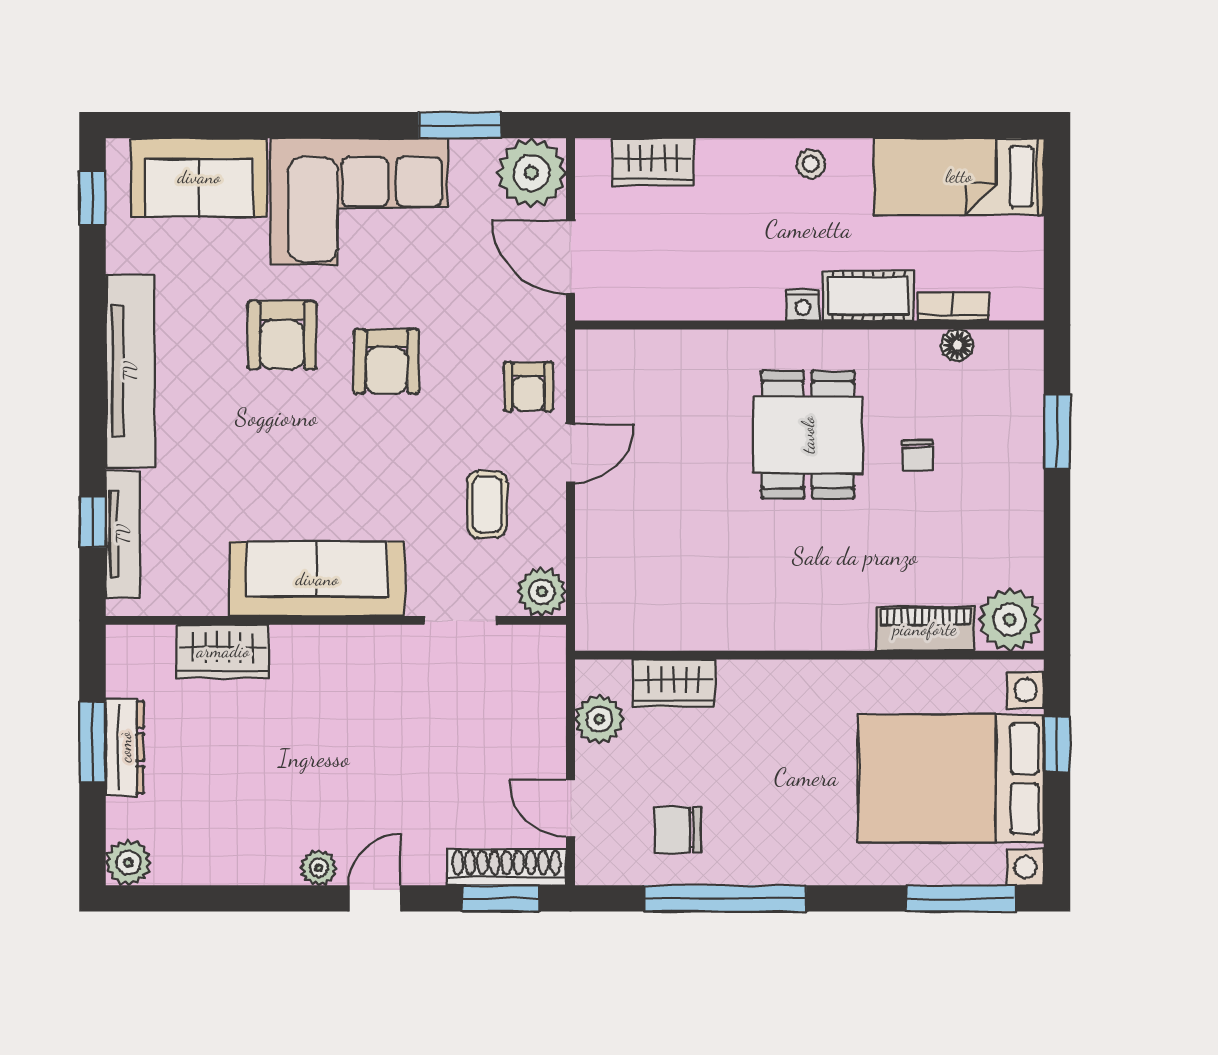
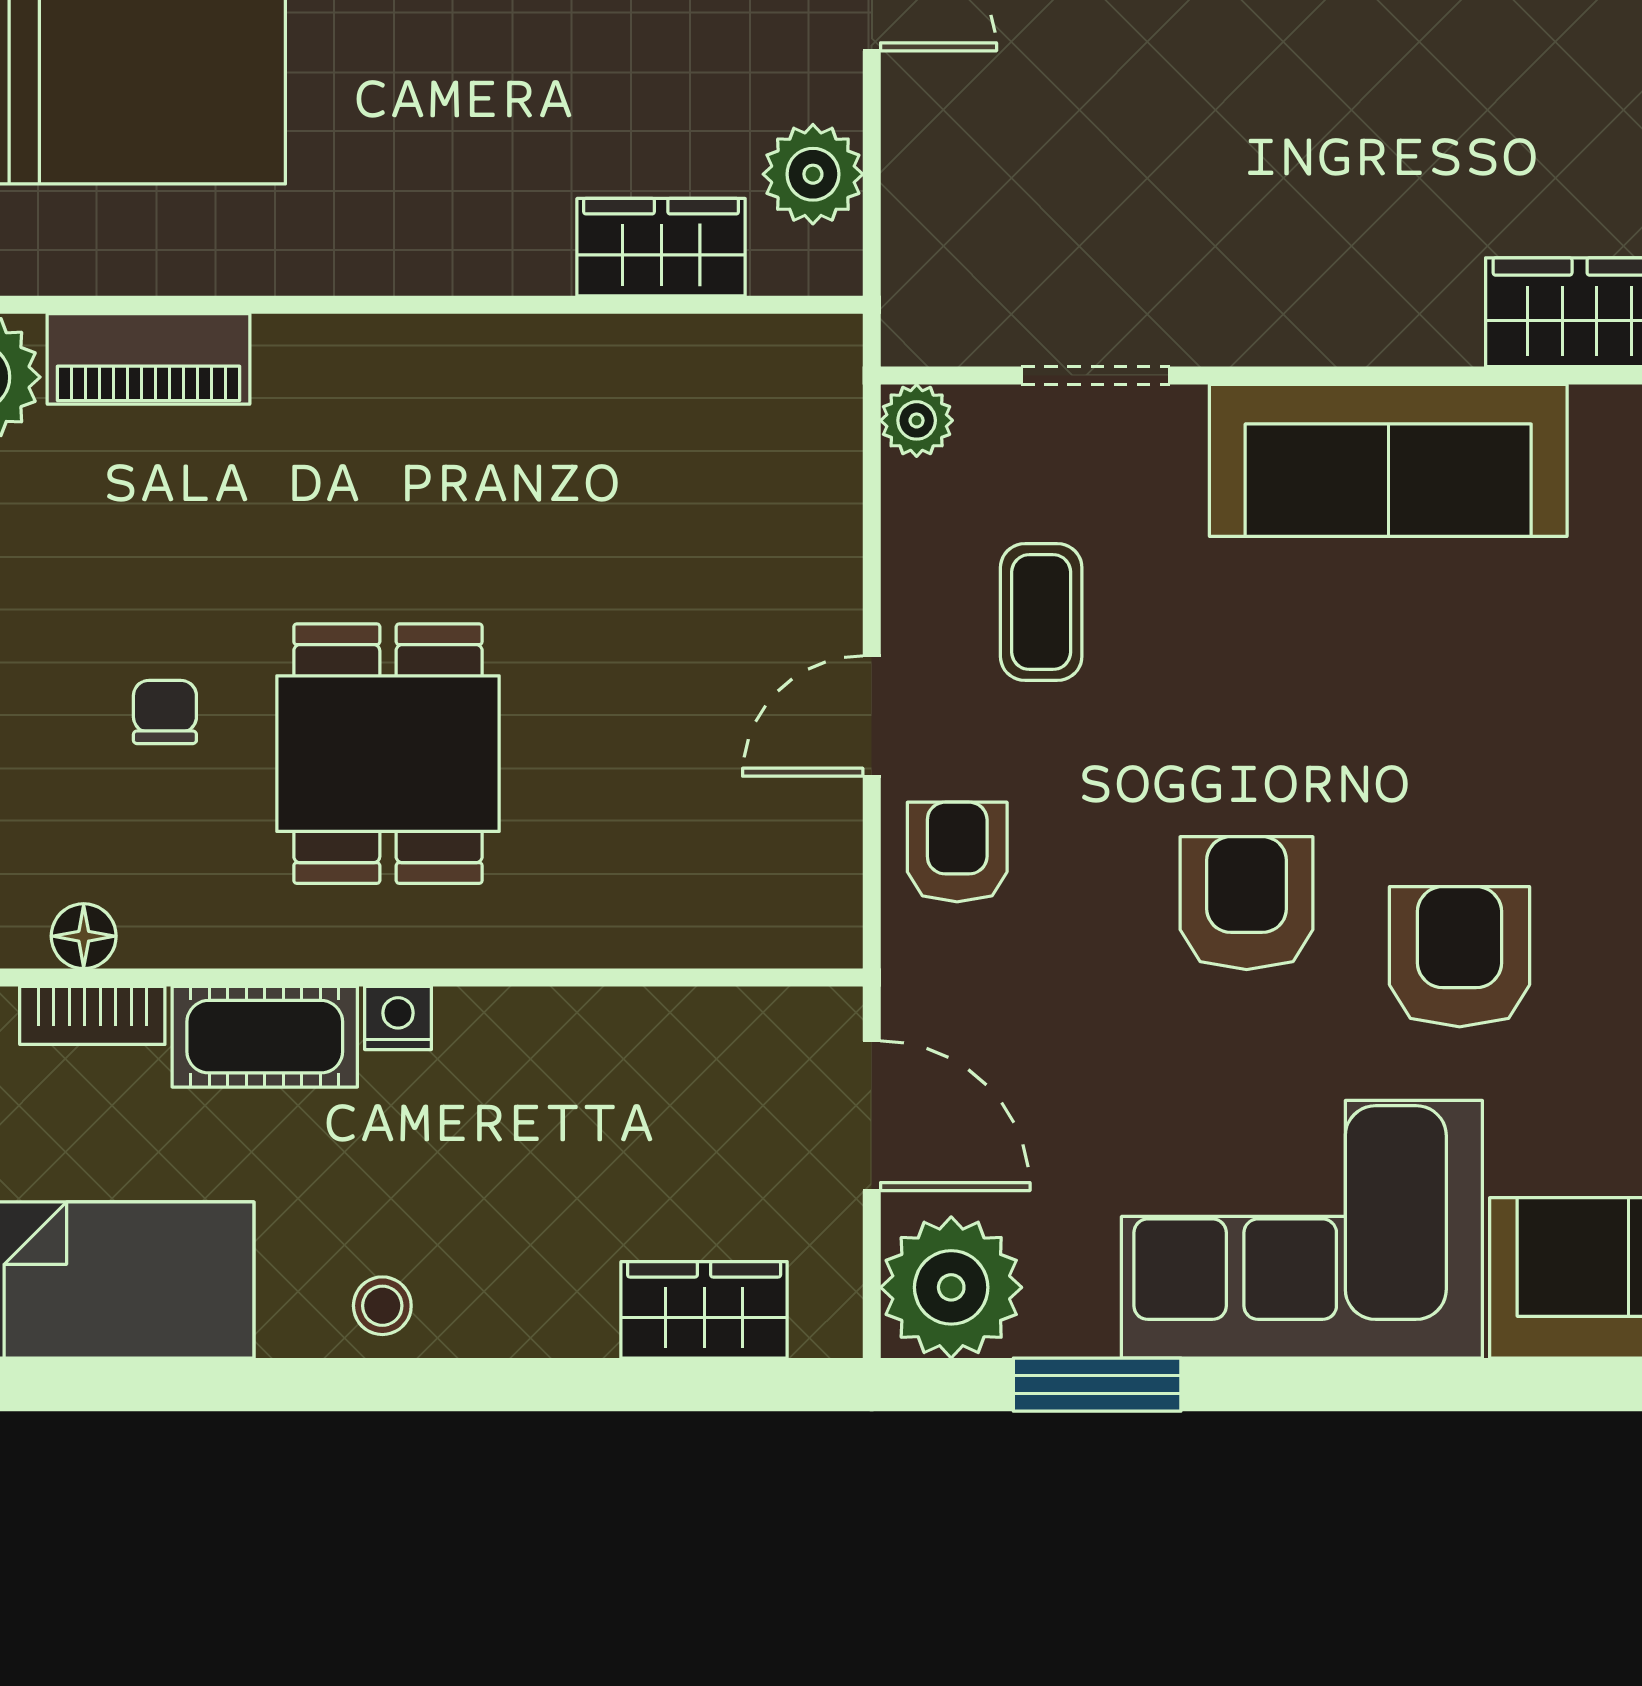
plant: (542, 592) -> (917, 420), width x0.73, depth x0.73

